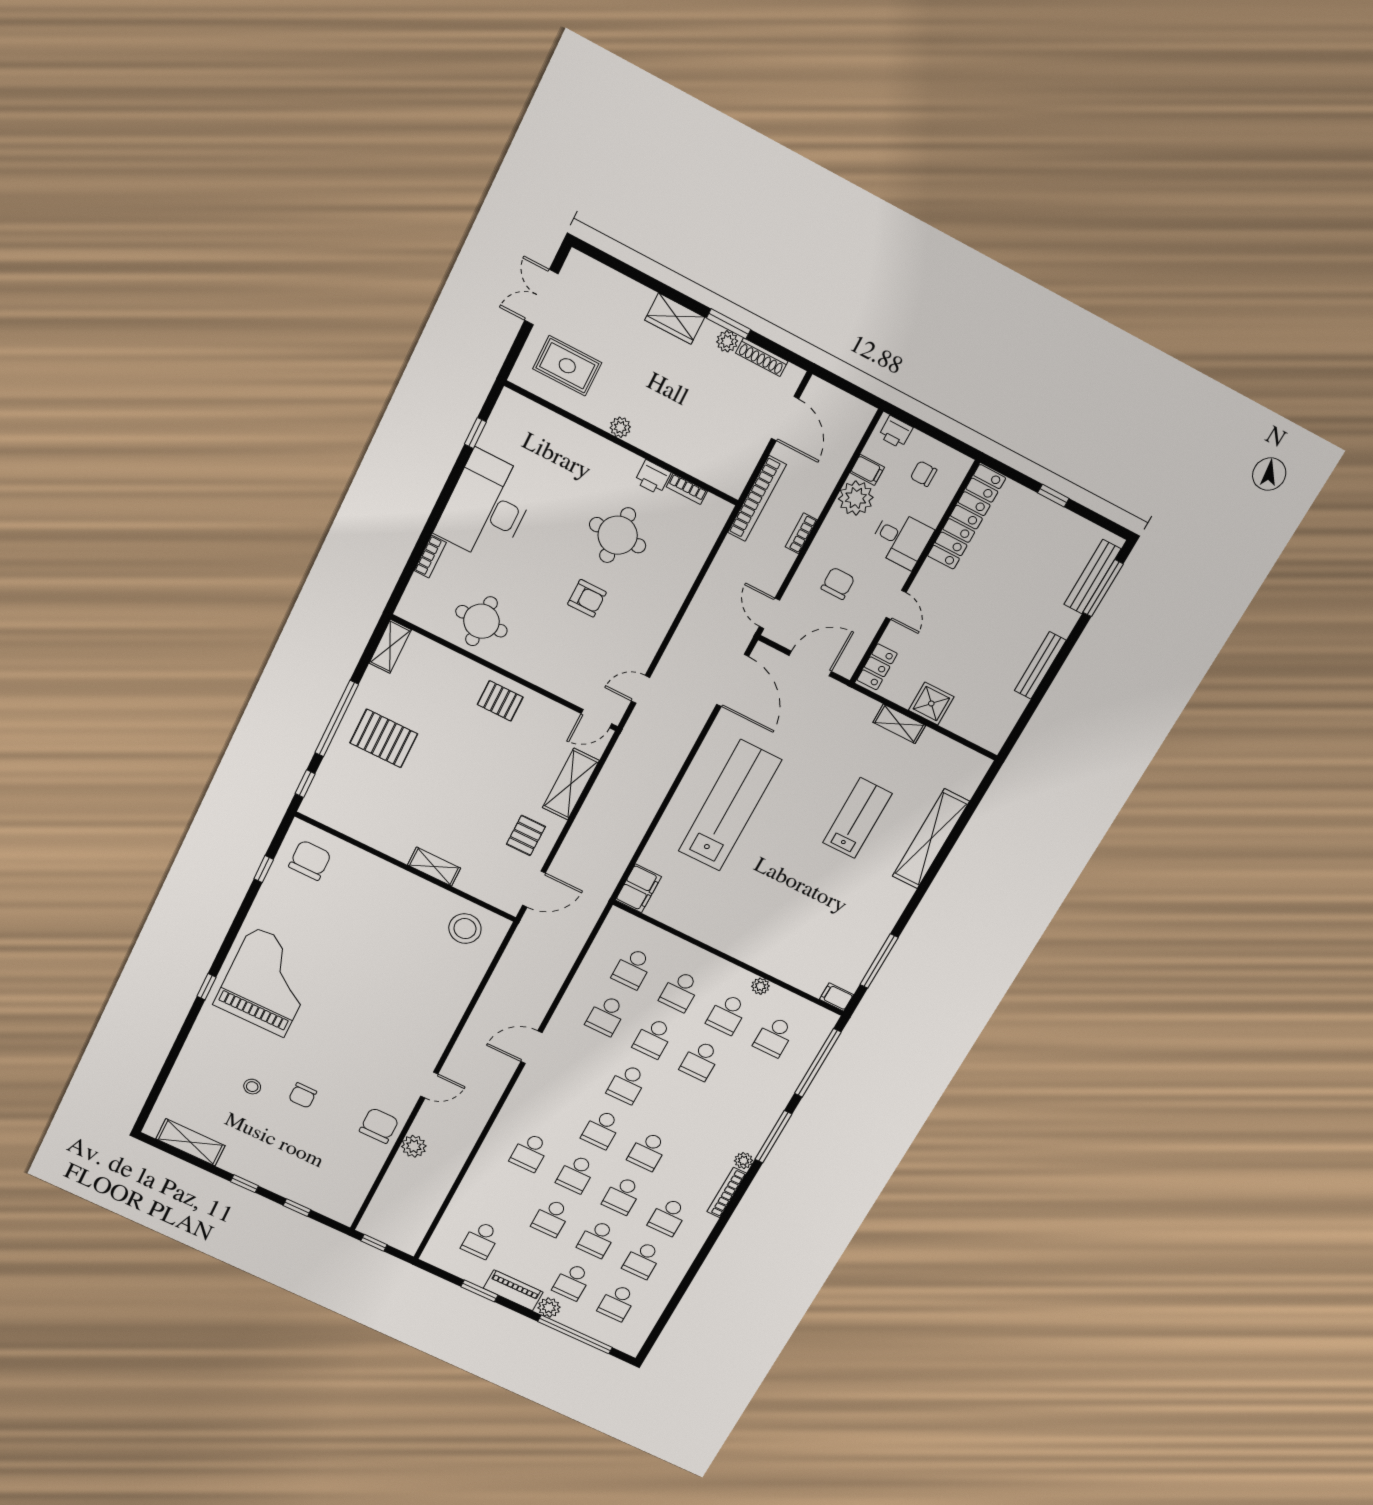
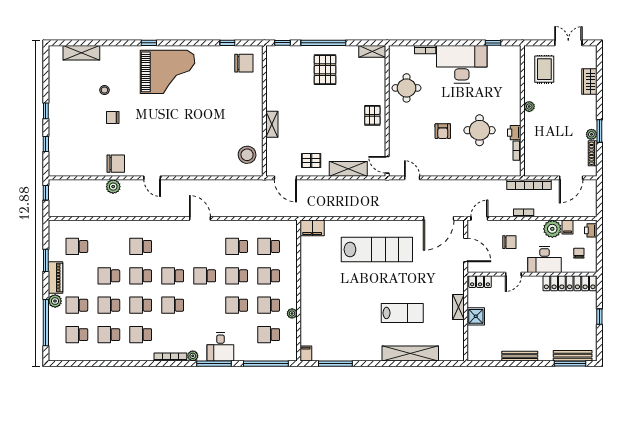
wardrobe: (675, 319) -> (589, 82), moved
desk: (901, 539) -> (545, 259), width x1.37
desk: (753, 1115) -> (220, 347), added
shelving: (190, 1142) -> (81, 53), moved, turned 90

